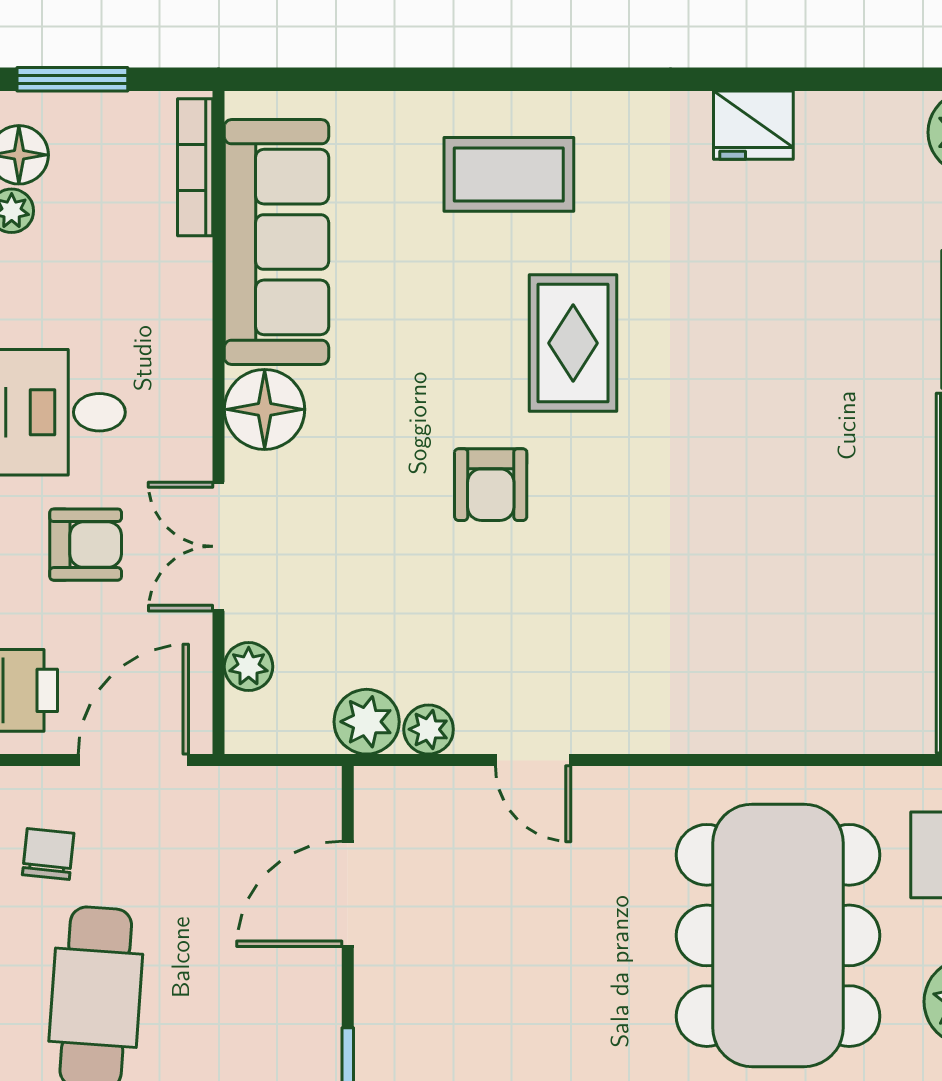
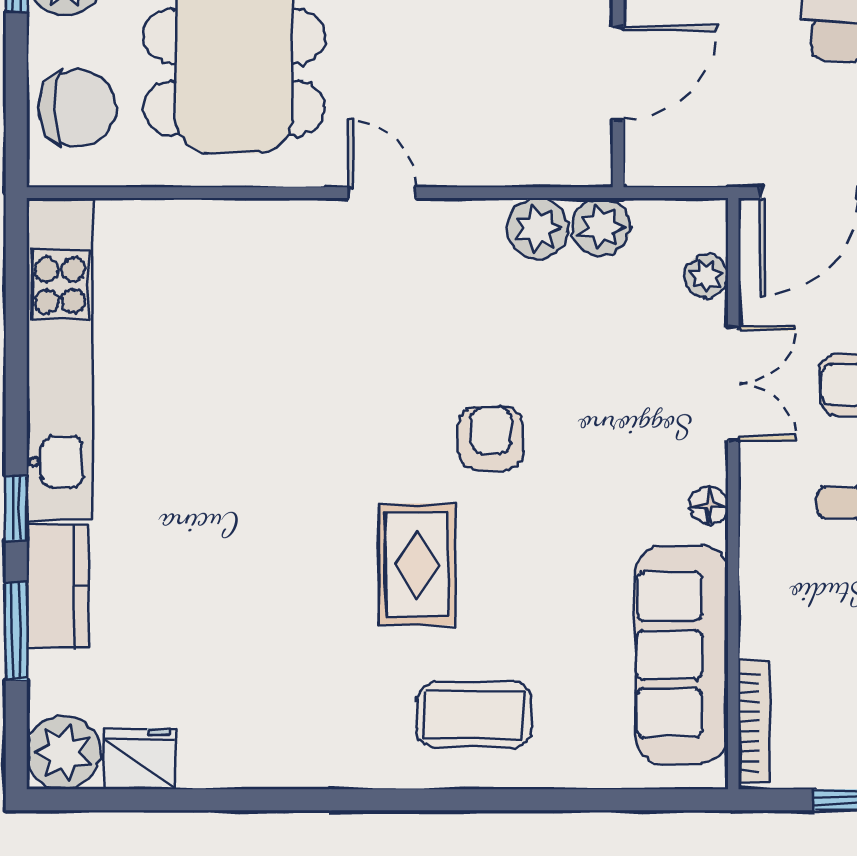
fridge: (753, 125) -> (140, 759), moved
floor lamp: (265, 409) -> (709, 505), width x0.53, depth x0.53
plant: (429, 729) -> (538, 228), width x1.38, depth x1.38
door: (533, 760) -> (382, 193), moved

